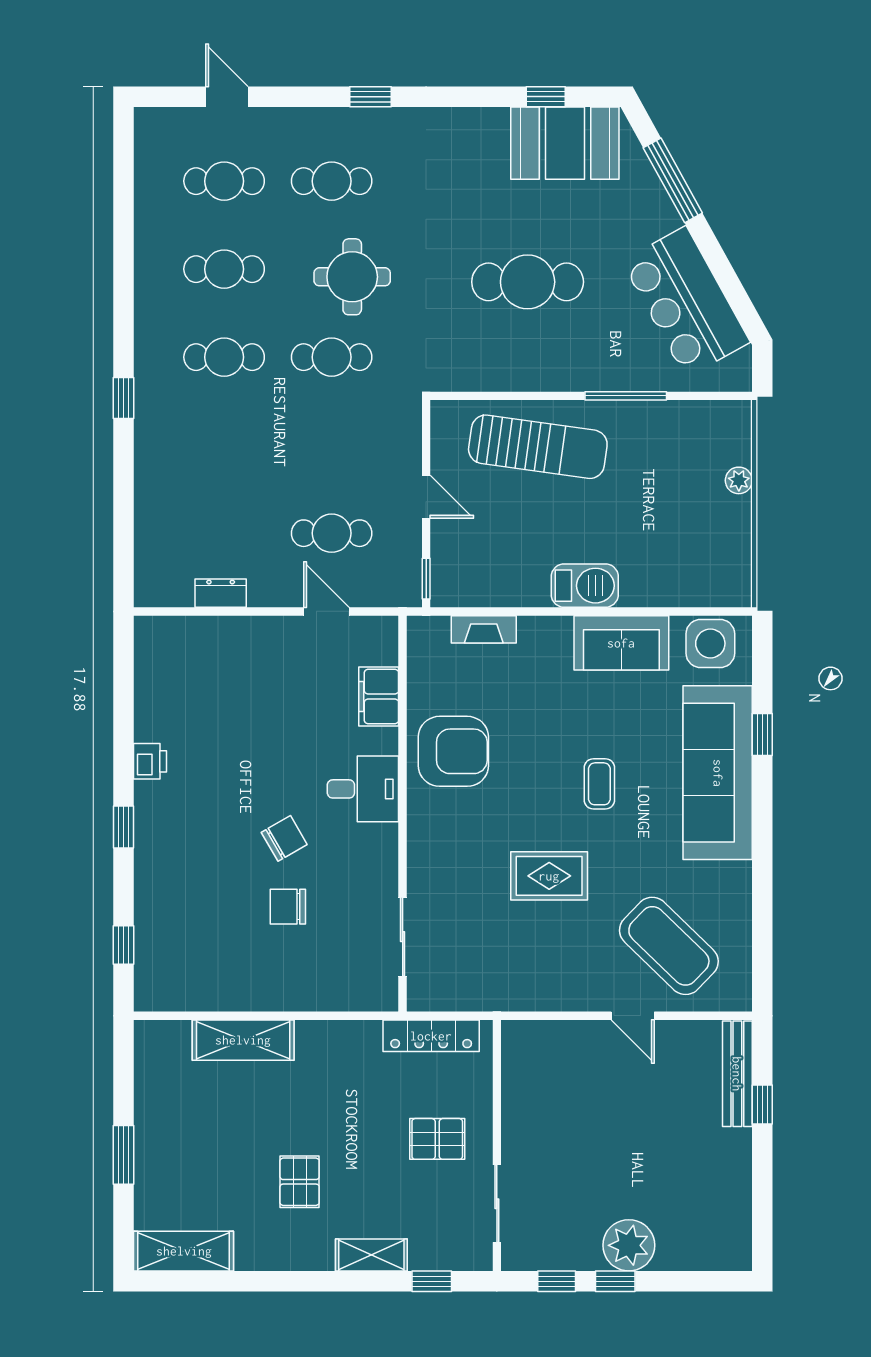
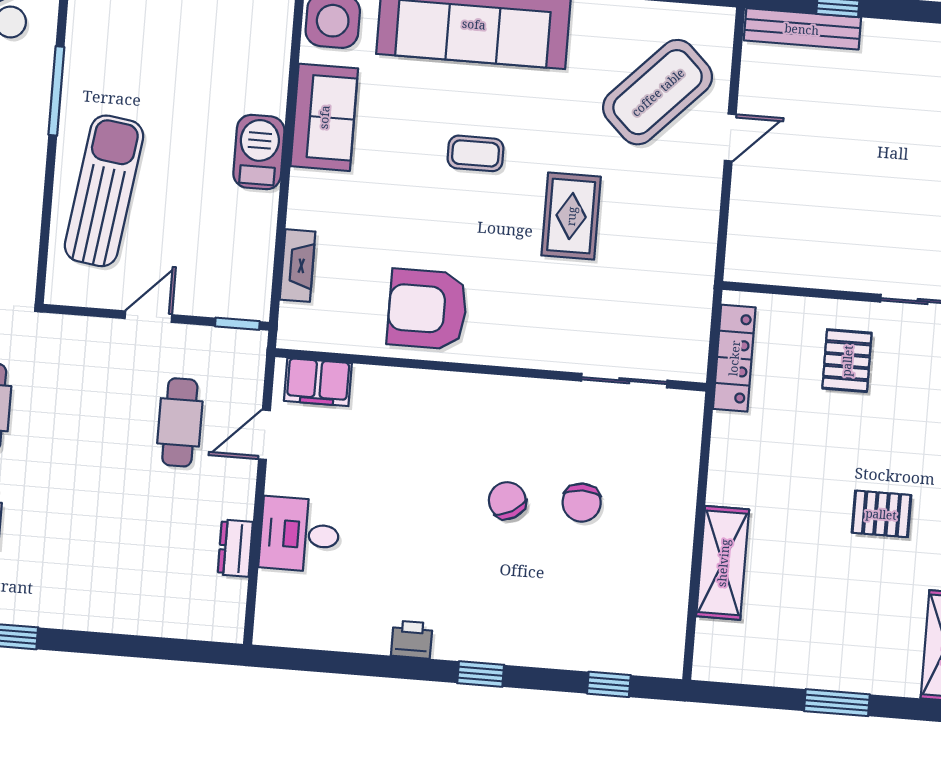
filing cabinet: (379, 697) -> (318, 382), moved
armchair: (453, 751) -> (427, 309), turned -90
desk: (363, 789) -> (300, 535), moved, turned -90

